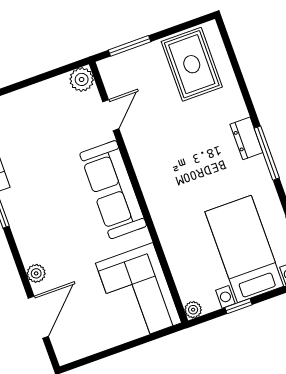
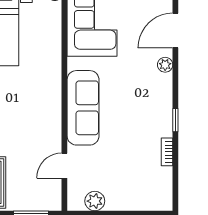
plant: (82, 79) -> (95, 201), moved

